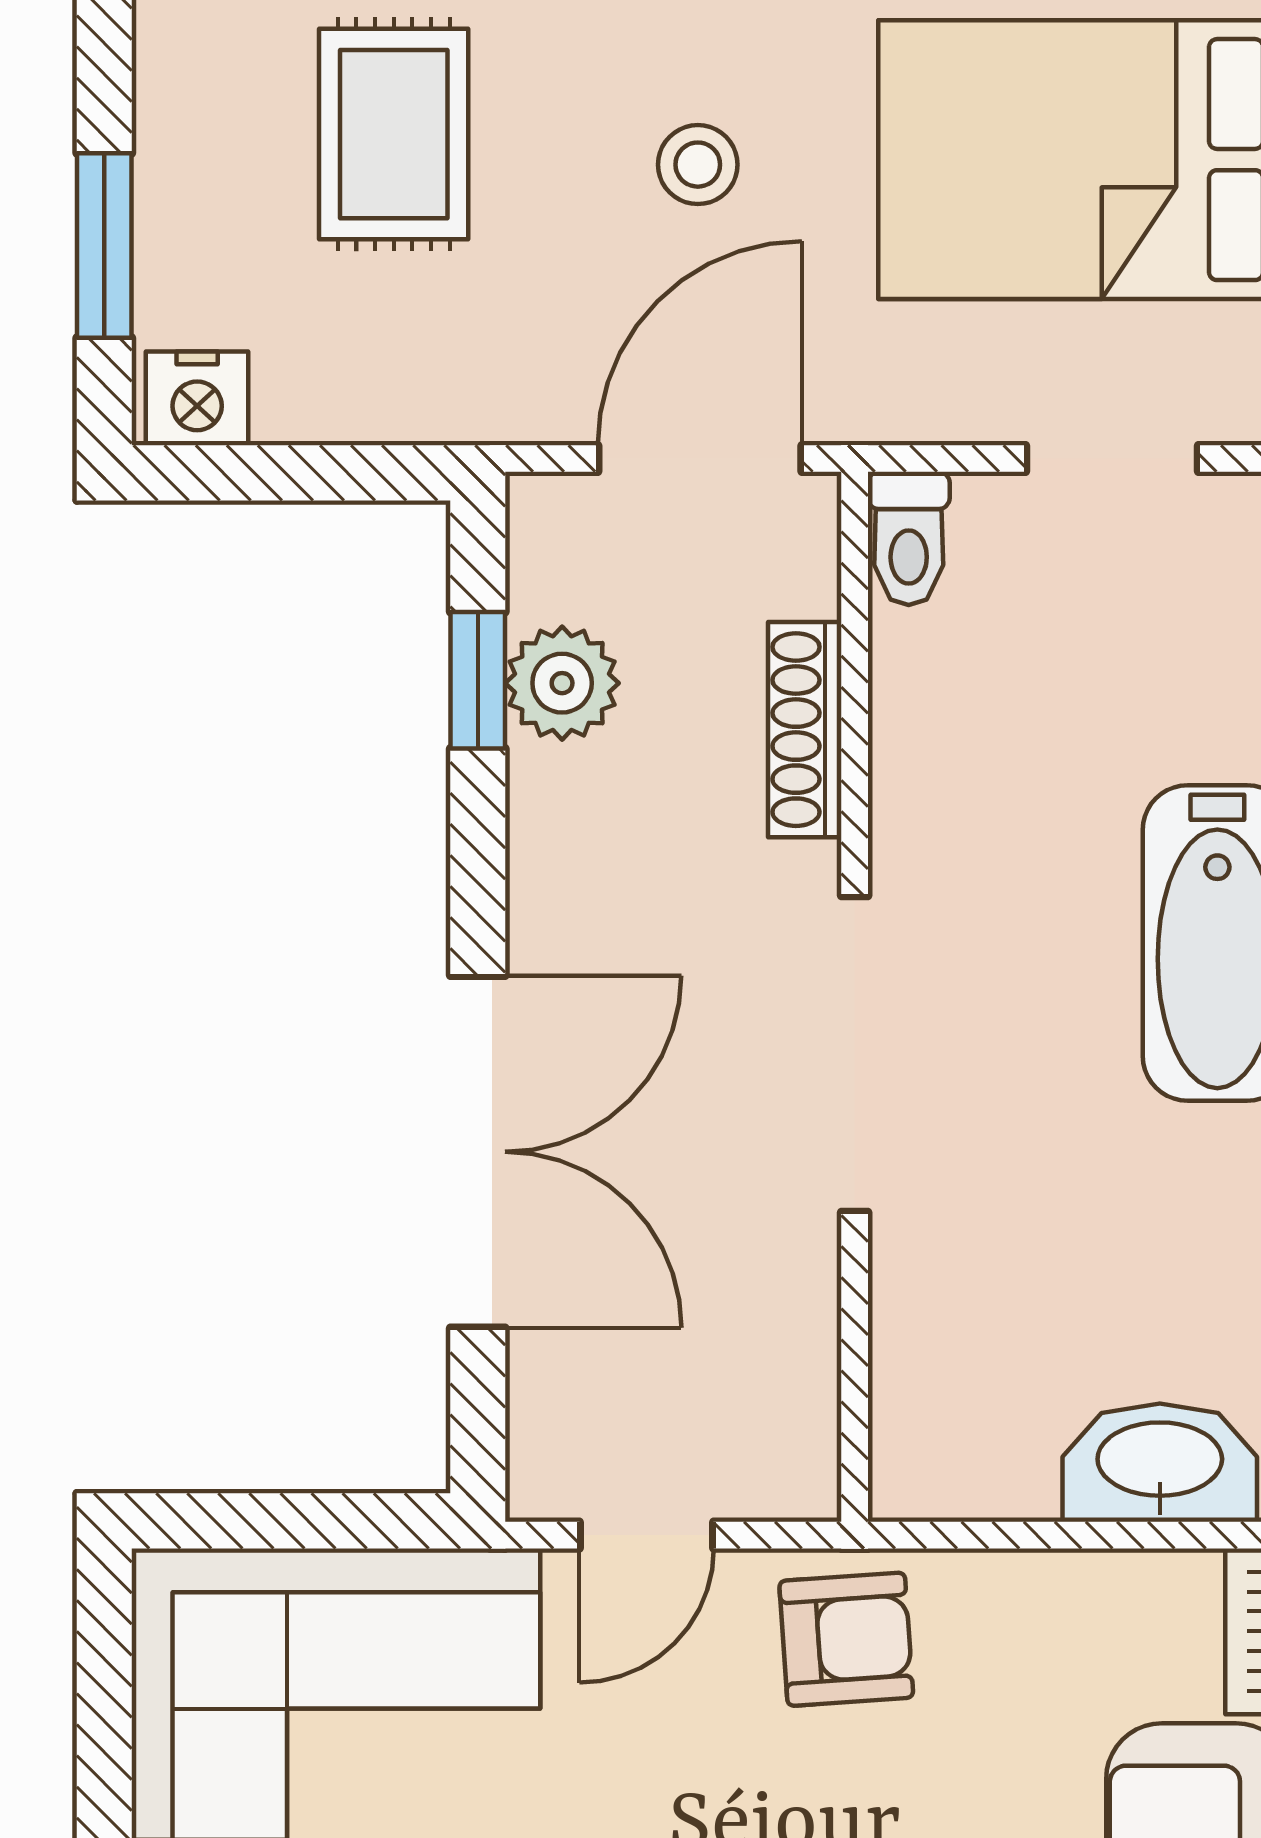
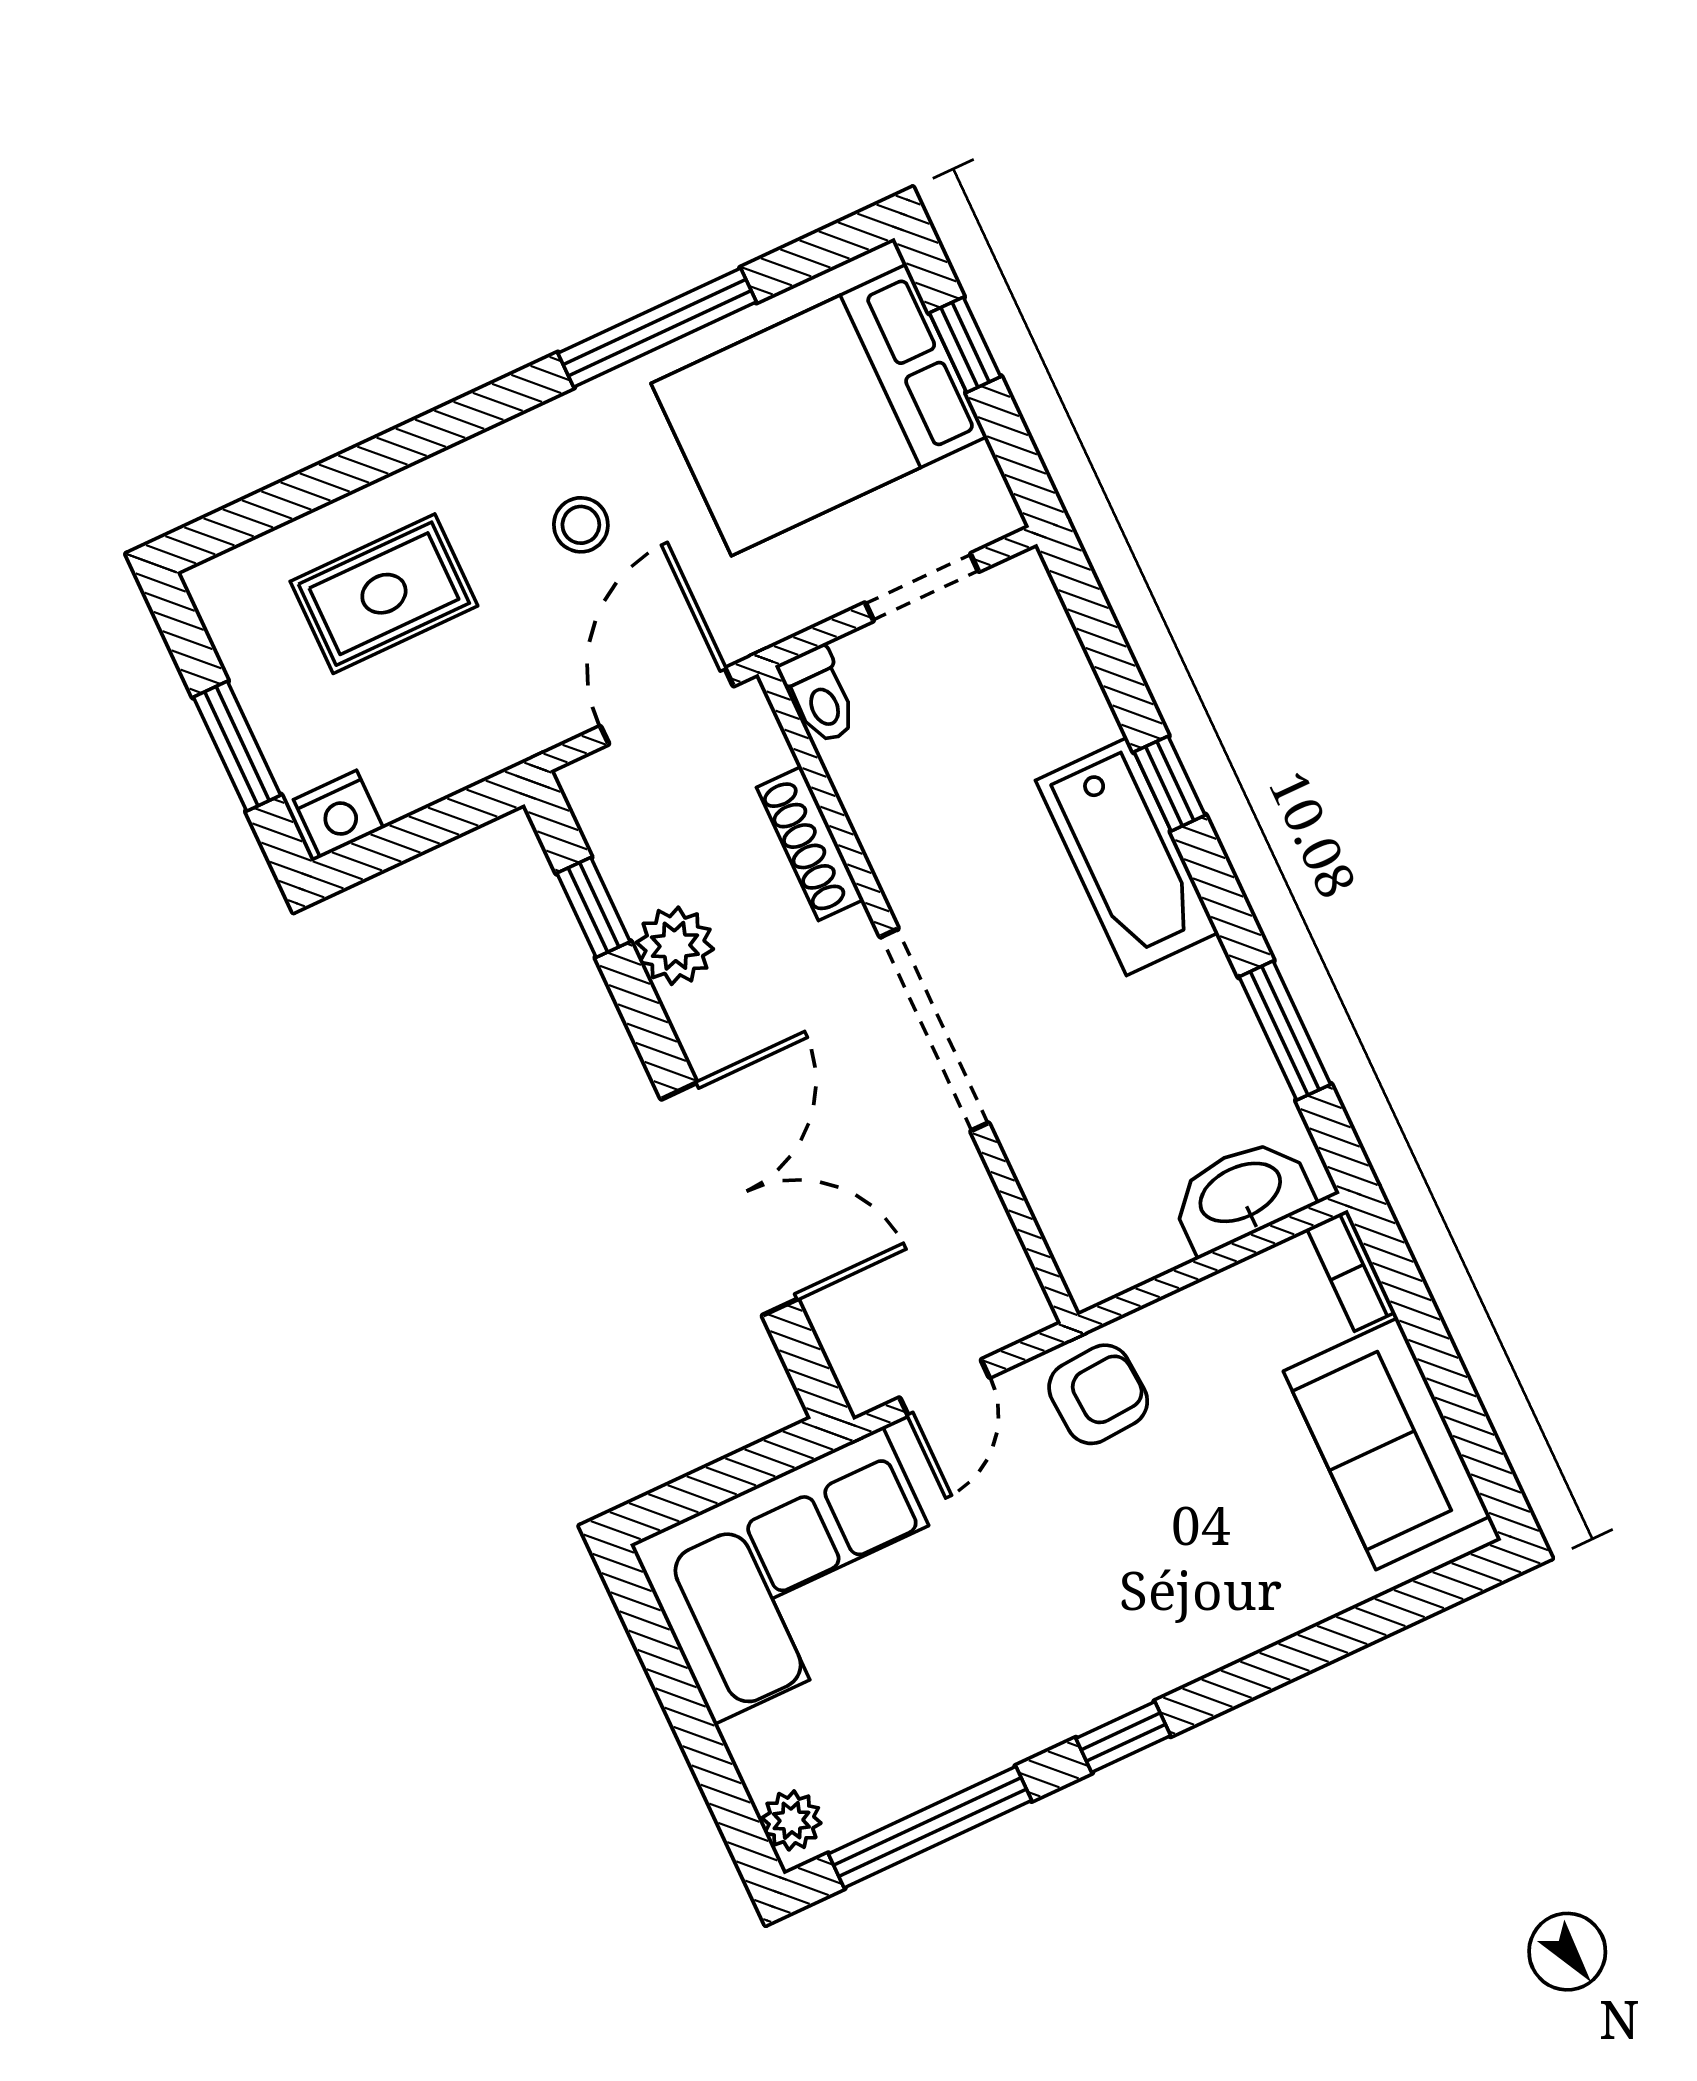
rug: (394, 134) -> (384, 594), turned 90
plant: (562, 683) -> (675, 946), moved

